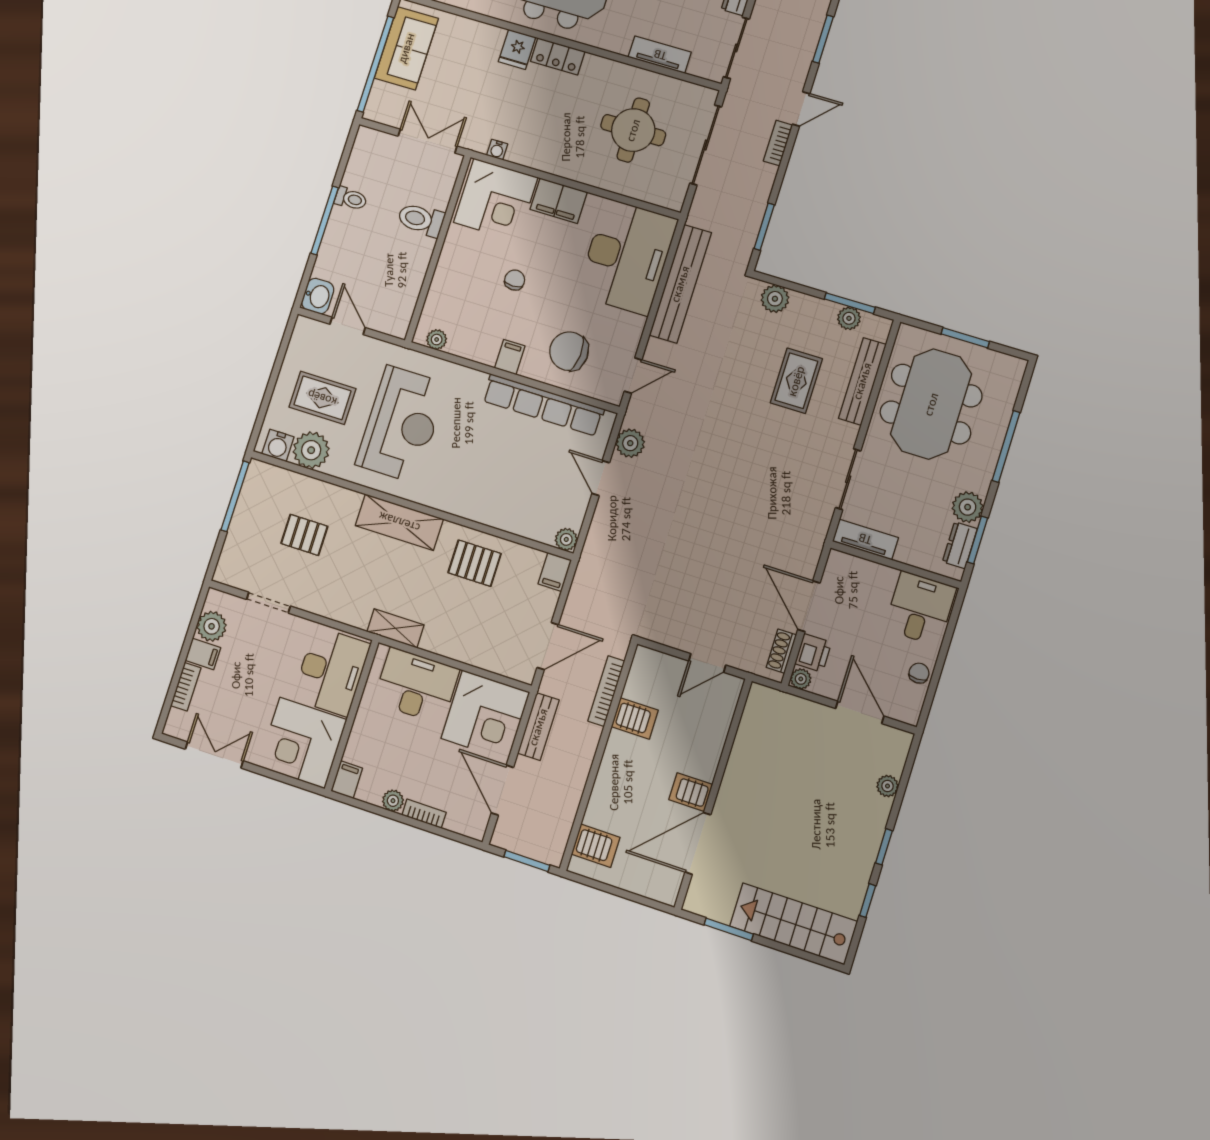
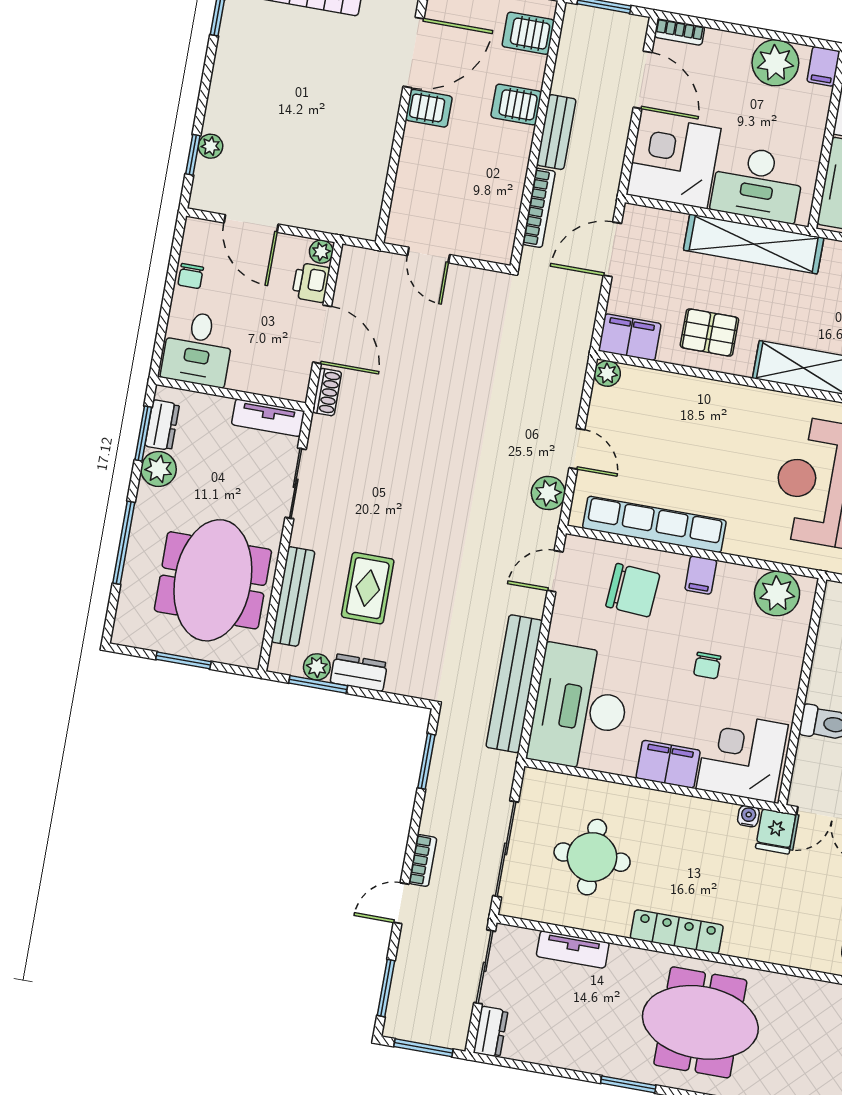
fridge: (517, 49) -> (776, 831), moved, turned 180
locker: (558, 56) -> (677, 932), width x1.53
plant: (775, 299) -> (404, 679), removed
dresser: (813, 309) -> (359, 673), added
plant: (437, 340) -> (777, 594), width x1.88, depth x1.88
filing cabinet: (555, 572) -> (630, 337), width x2.00
shelving: (395, 628) -> (754, 244), width x2.20, depth x1.33
shoe rack: (781, 651) -> (327, 392), moved
door: (707, 663) -> (429, 255), swing flipped
server rack: (635, 718) -> (516, 104), moved
bench: (538, 727) -> (556, 132), moved
plant: (393, 801) -> (775, 63), width x1.88, depth x1.88
bookcase: (424, 814) -> (679, 32), moved
window: (884, 847) -> (193, 155), moved

